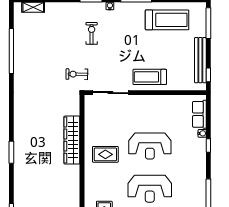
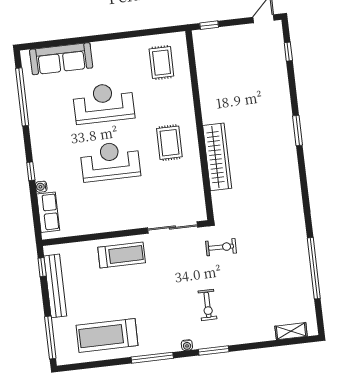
rug: (105, 154) -> (169, 143), turned 90

